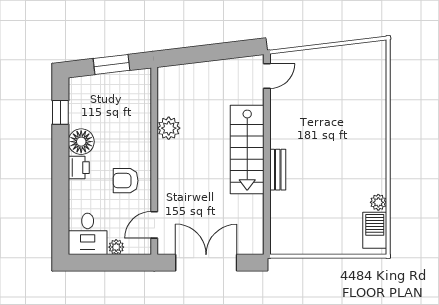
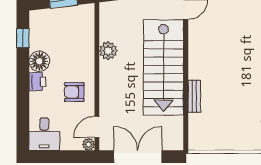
stairs: (247, 150) -> (164, 67), width x1.36, depth x1.51
bench: (278, 170) -> (194, 96), moved
plant: (116, 247) -> (88, 144), moved

